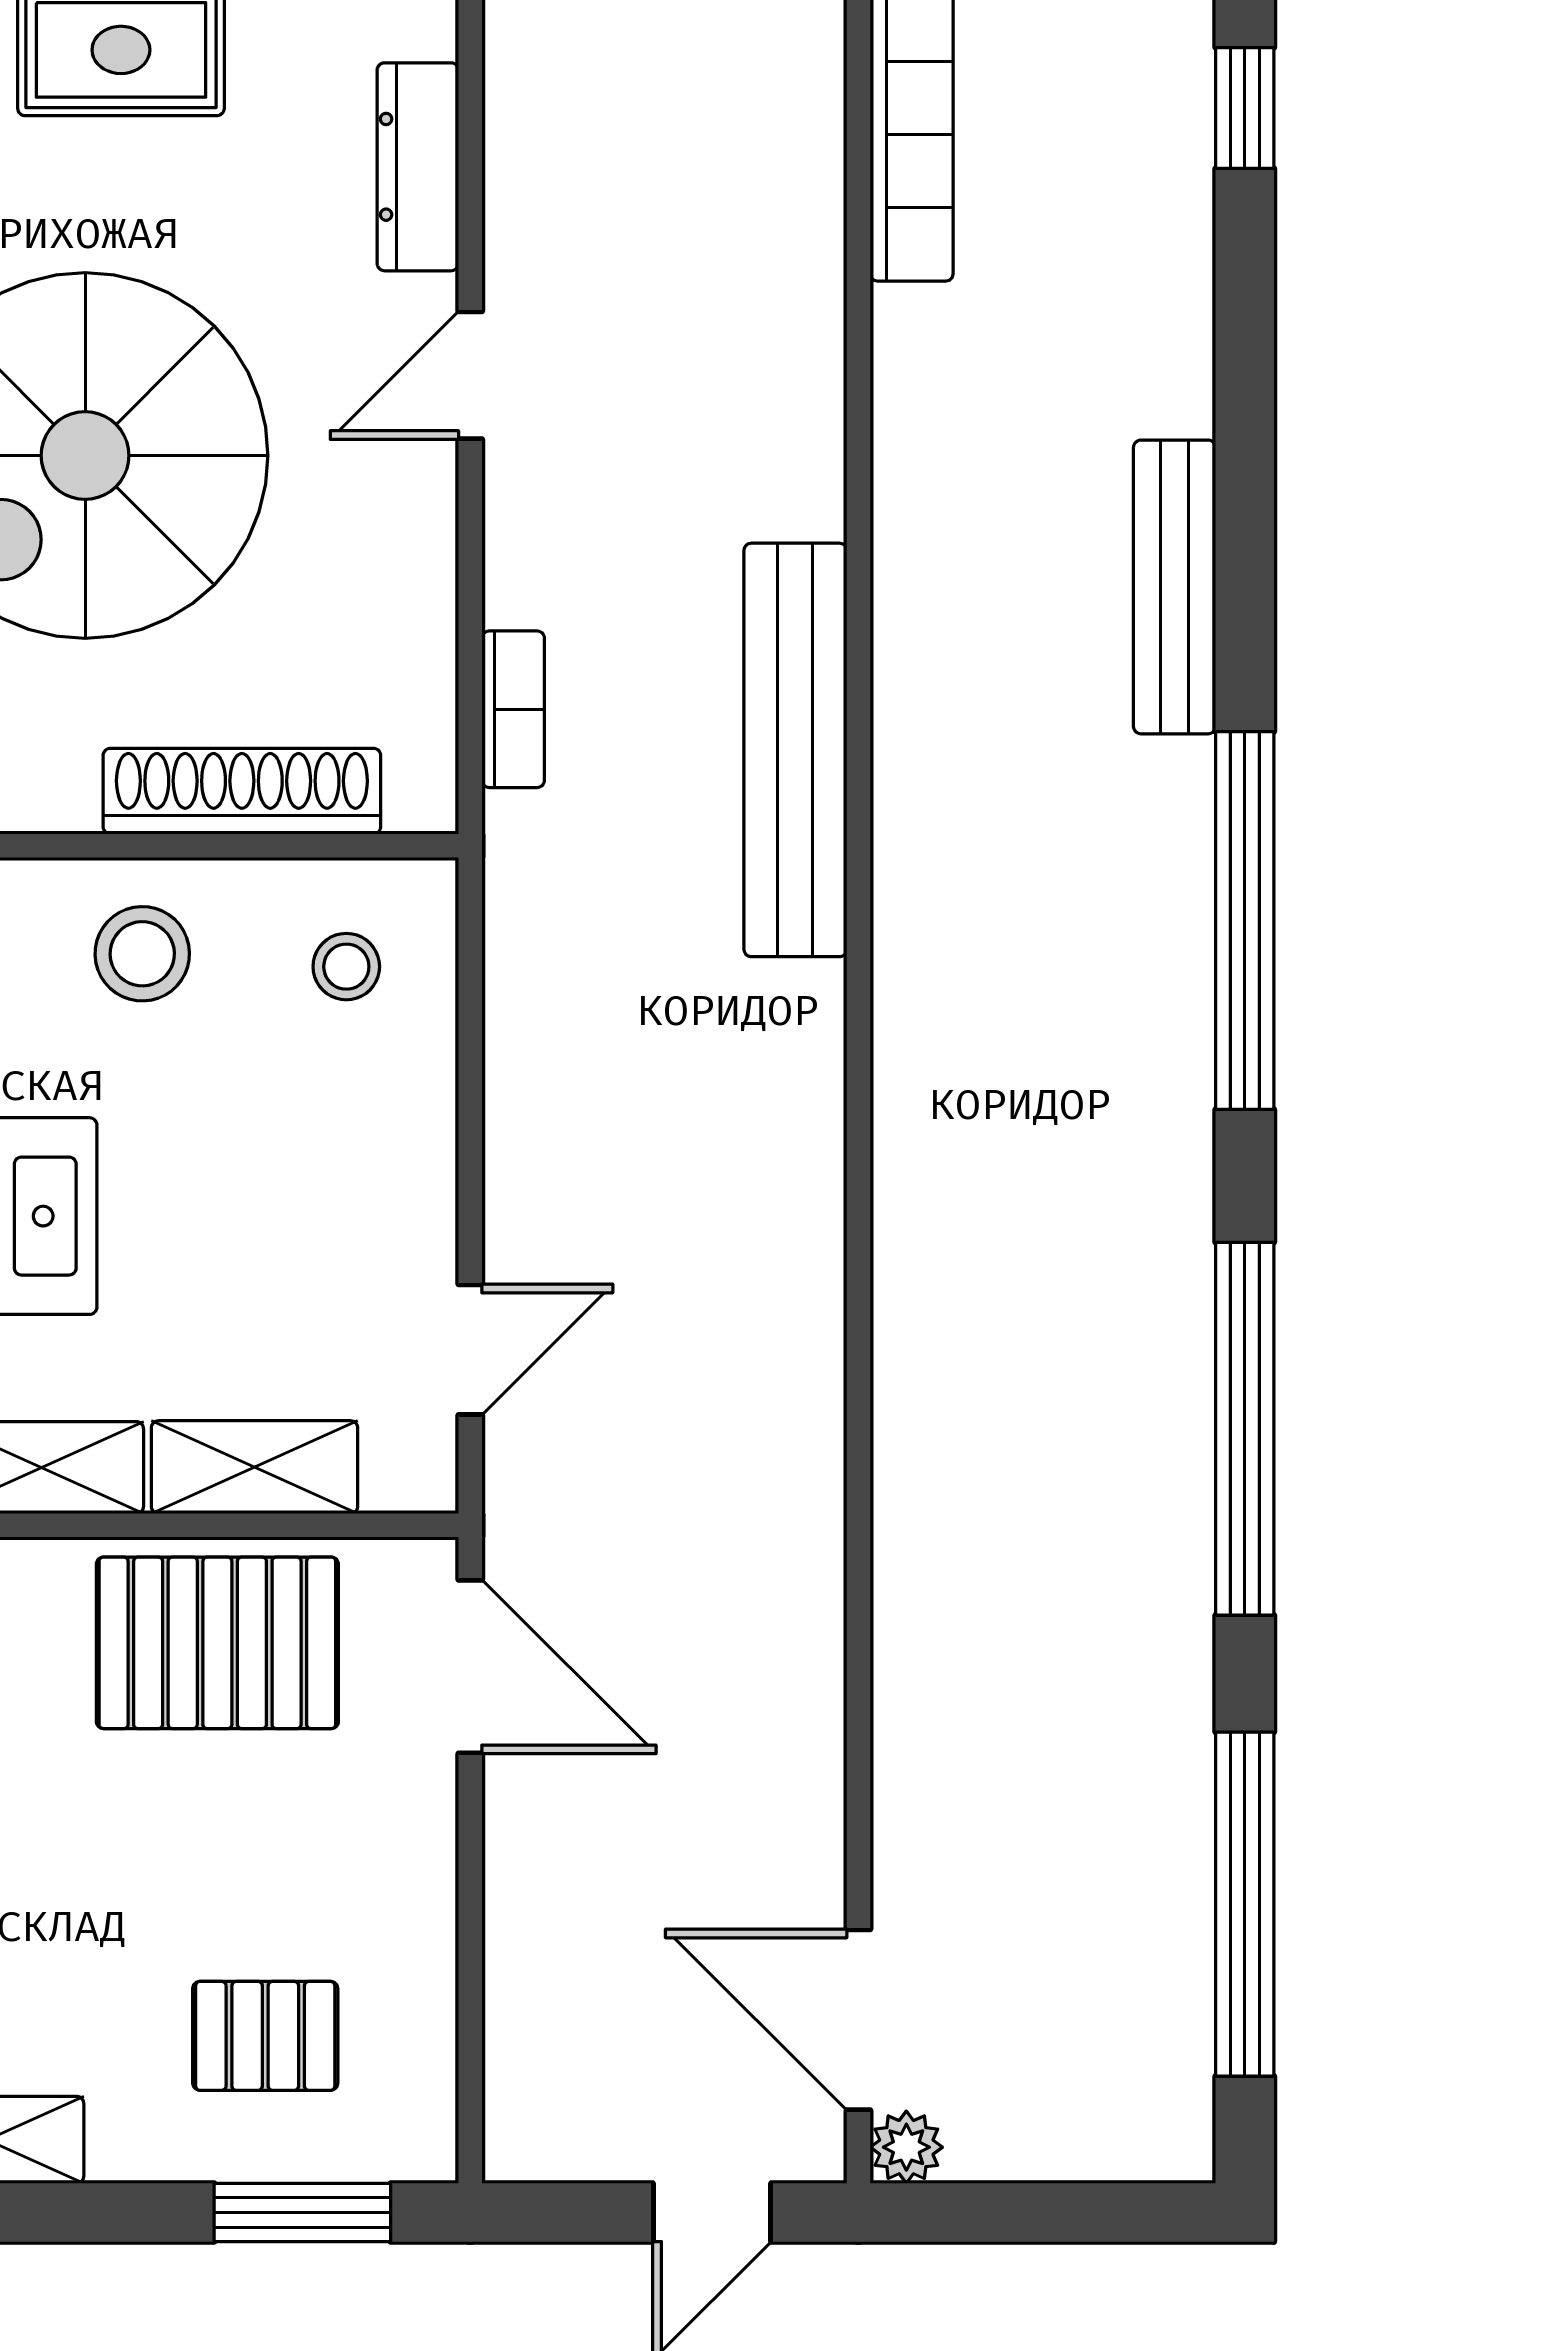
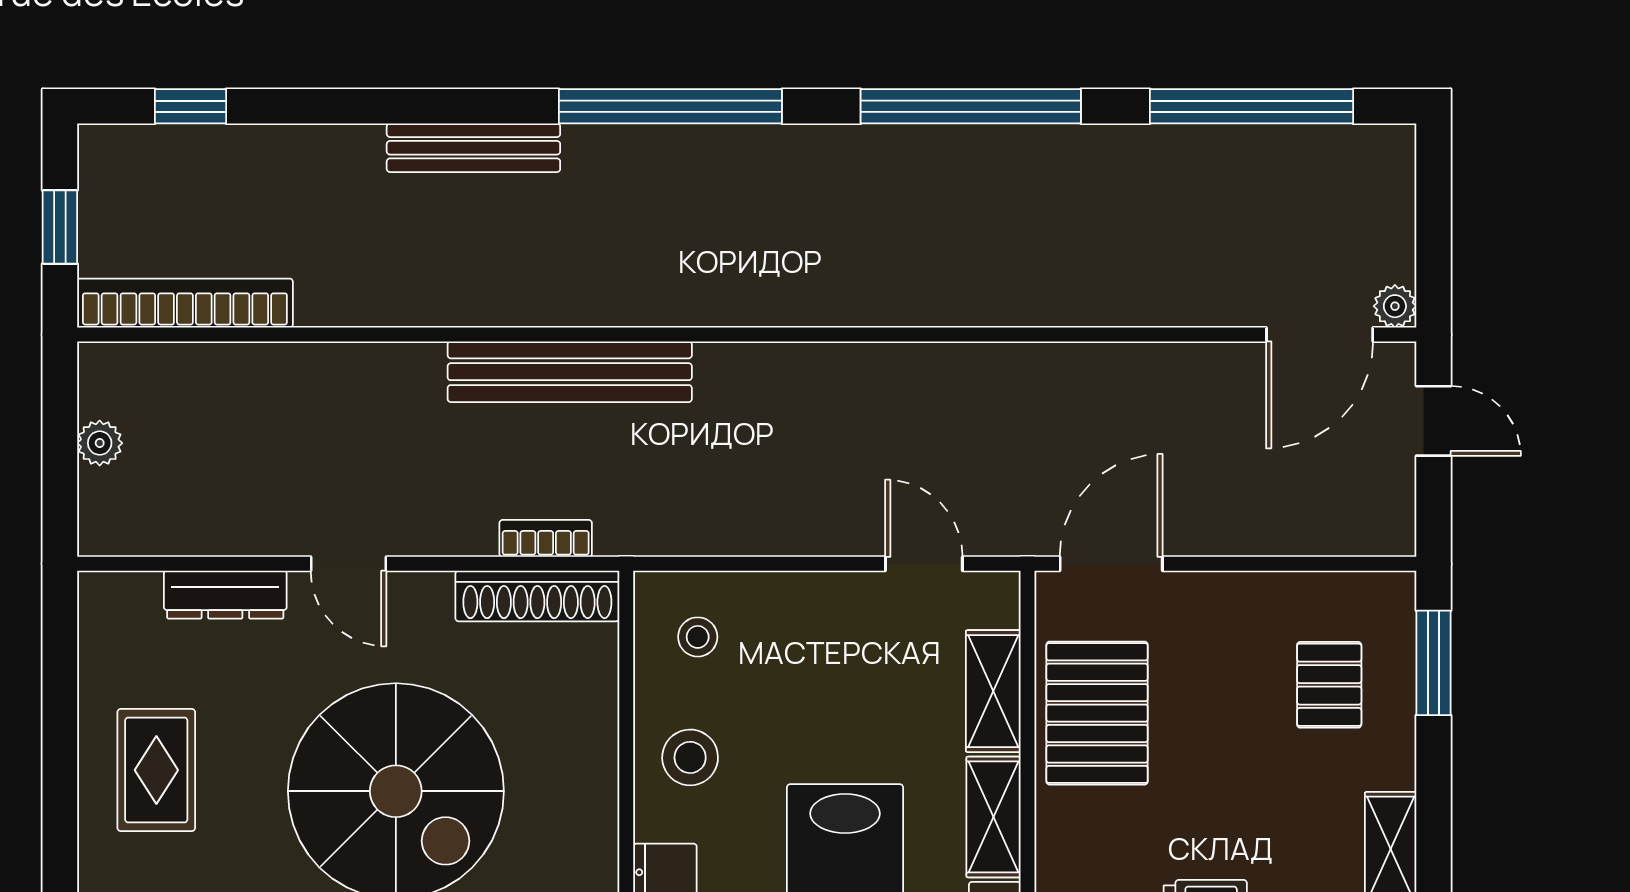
shoe rack: (242, 791) -> (537, 596), moved, turned -90

